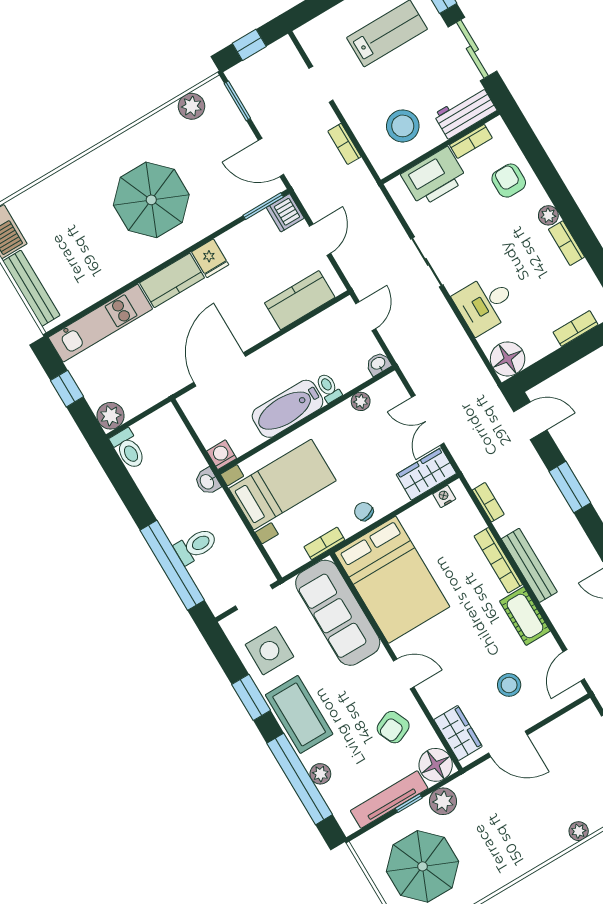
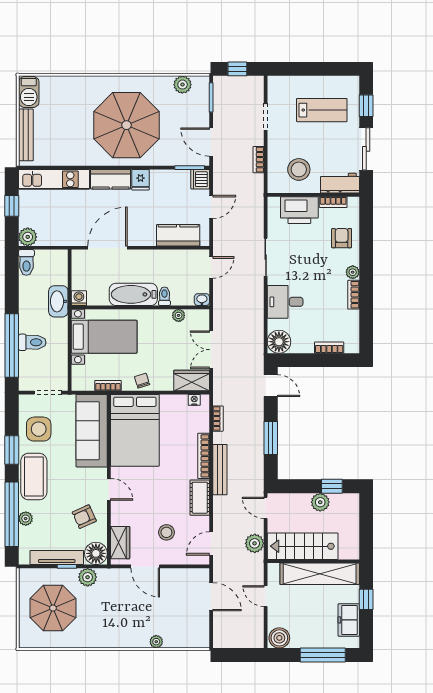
parasol: (151, 200) -> (126, 125), width x1.36, depth x1.36
washbasin: (207, 482) -> (58, 301), width x1.91, depth x1.45

